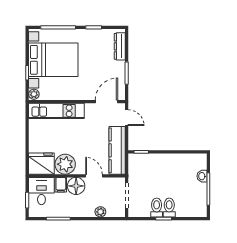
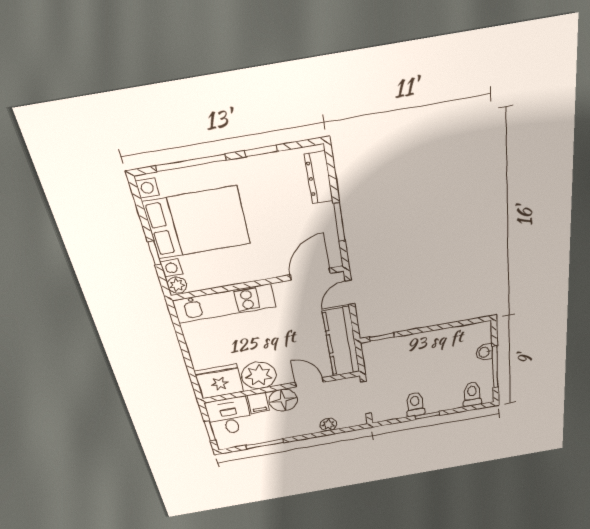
door: (127, 118) -> (350, 292), swing flipped
toilet: (169, 207) -> (472, 394), moved

